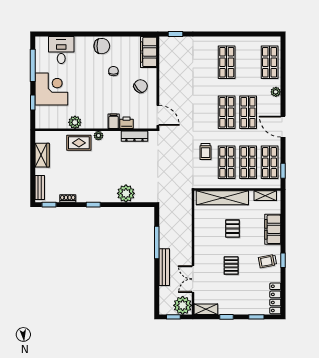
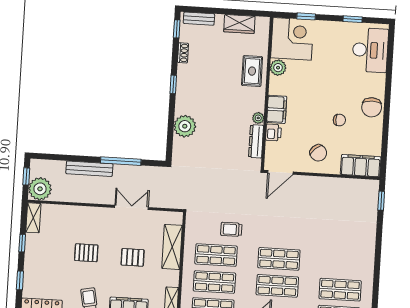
desk: (61, 50) -> (370, 50), width x1.37
shop shelf: (227, 62) -> (340, 290), moved
window: (33, 65) -> (353, 19), width x0.46
corner desk: (51, 89) -> (292, 39), moved, turned -90
filing cabinet: (114, 121) -> (277, 109), width x2.00
plant: (98, 136) -> (258, 118), moved
shelving: (222, 198) -> (172, 247), width x0.68
double door: (193, 279) -> (131, 207), moved

